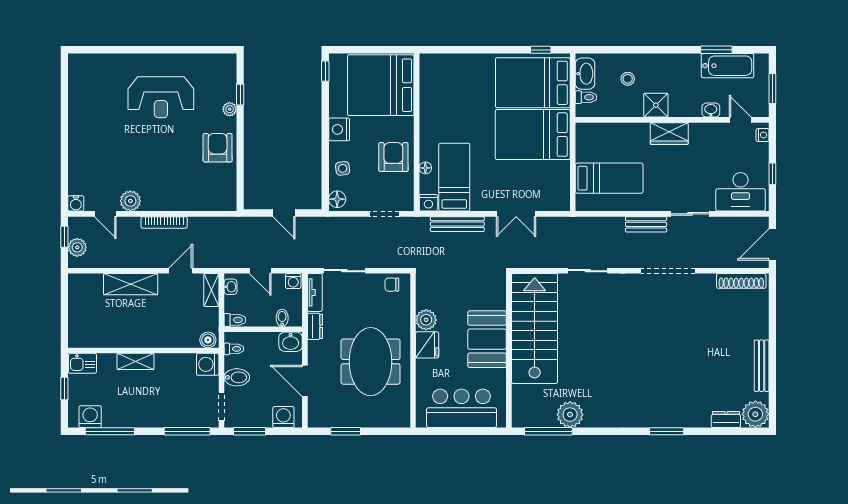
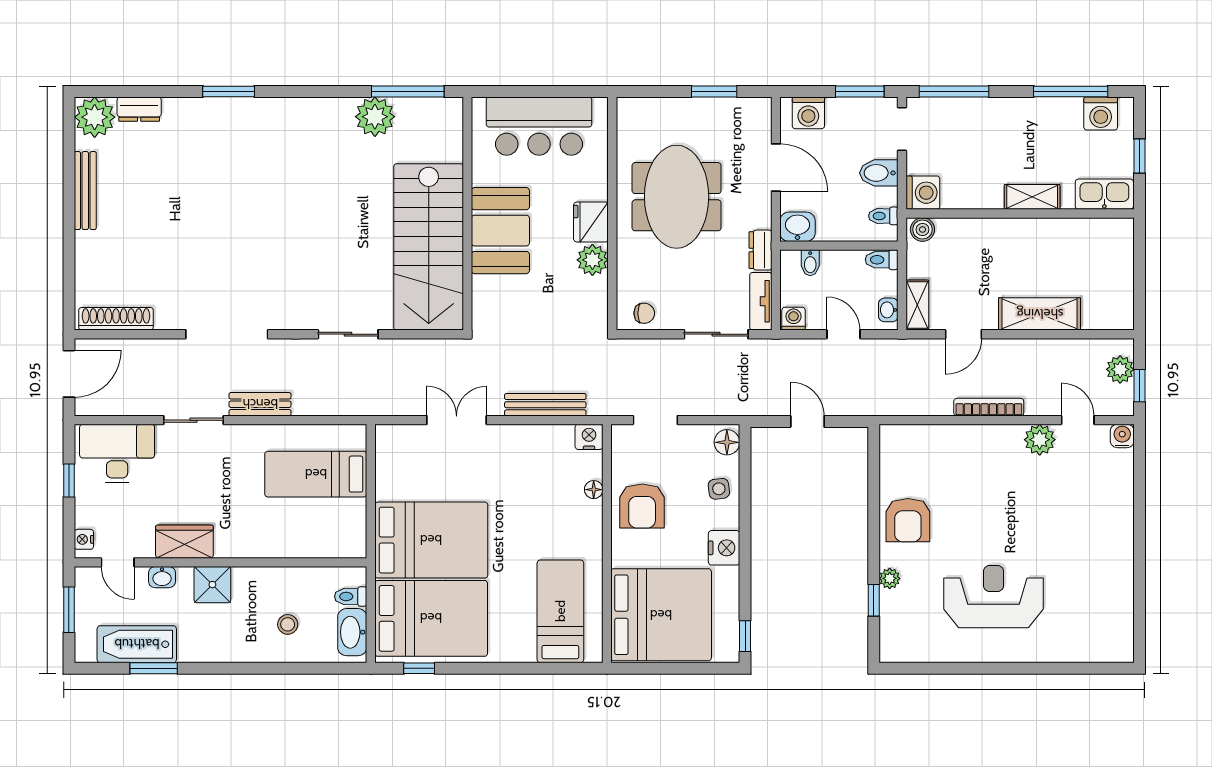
shower: (656, 105) -> (212, 585), moved
wardrobe: (669, 134) -> (184, 542), moved
bed: (454, 177) -> (560, 611), moved, turned 180
kitchen sink: (82, 363) -> (1104, 194), width x1.38

